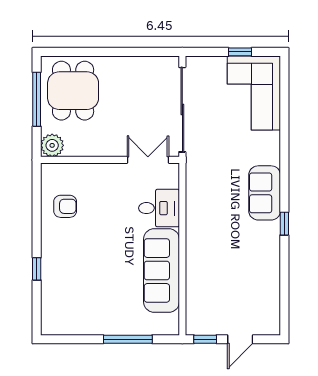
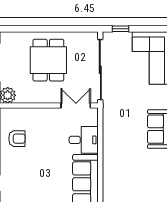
window: (240, 52) -> (120, 29), moved
dining table: (73, 91) -> (48, 60), moved

